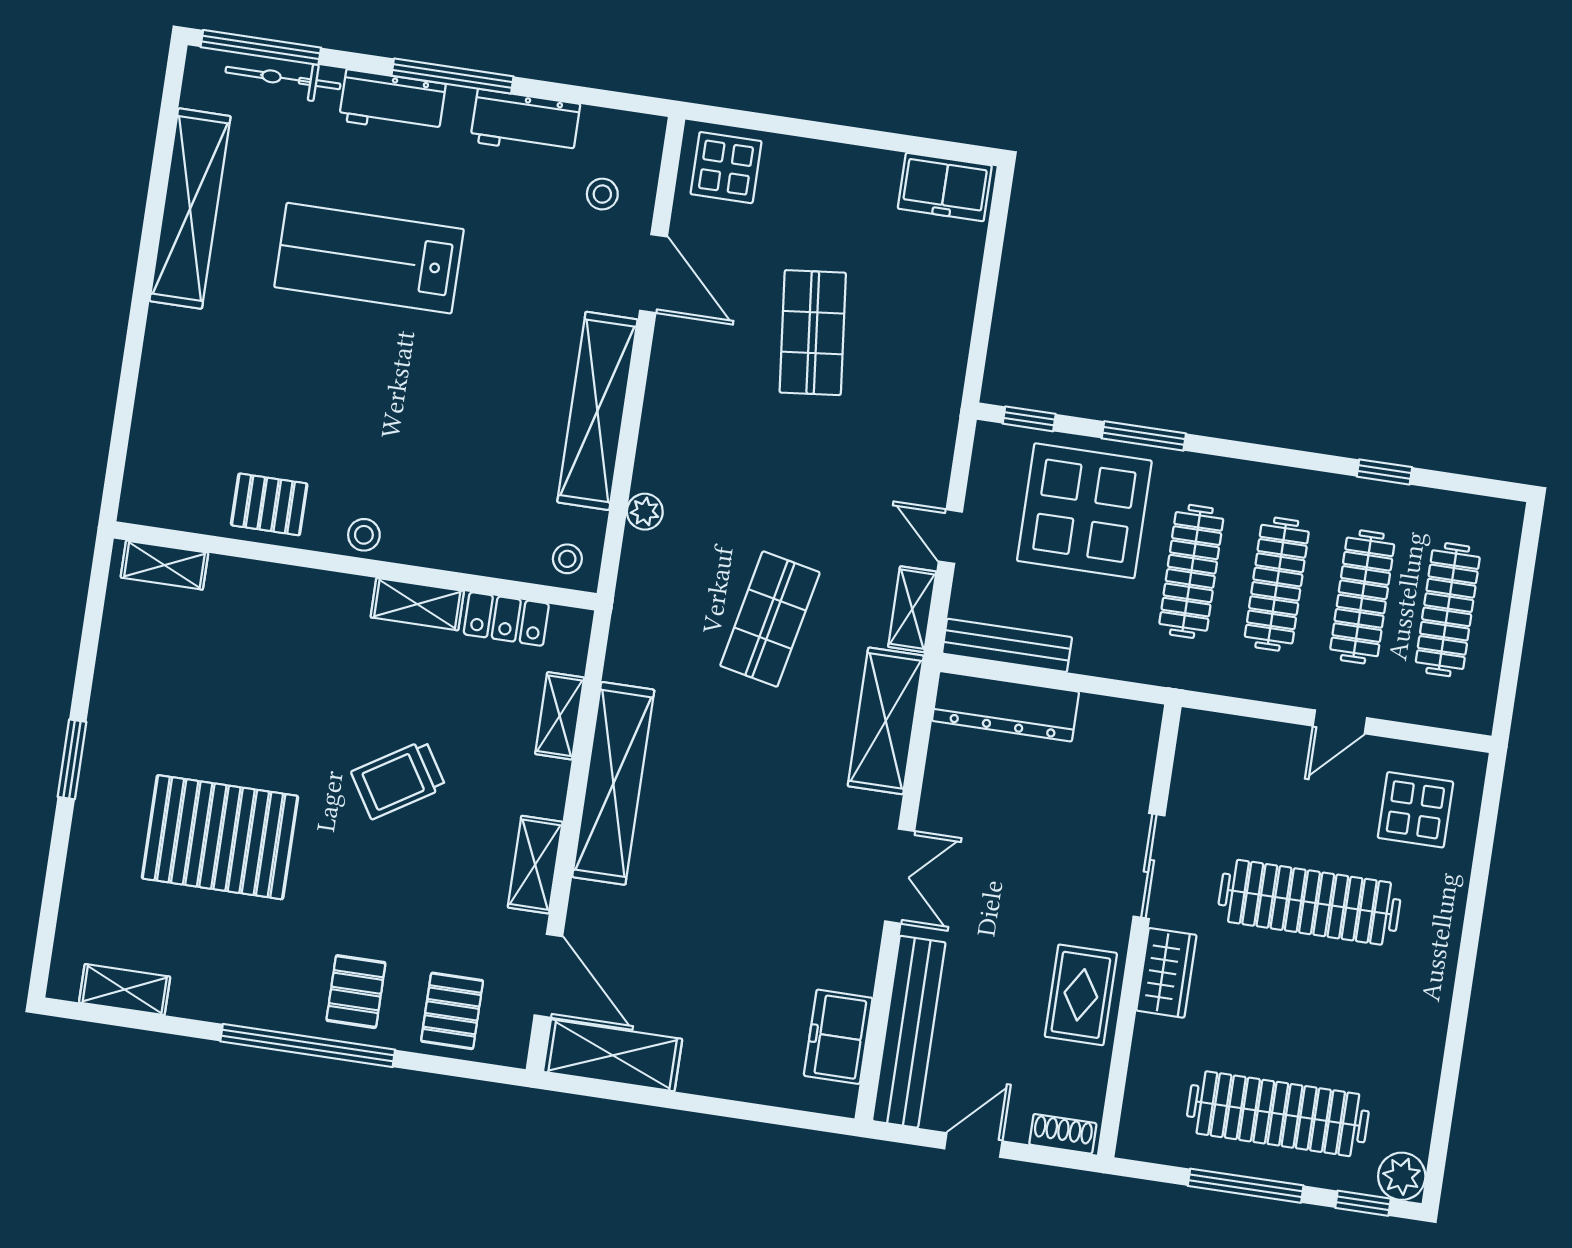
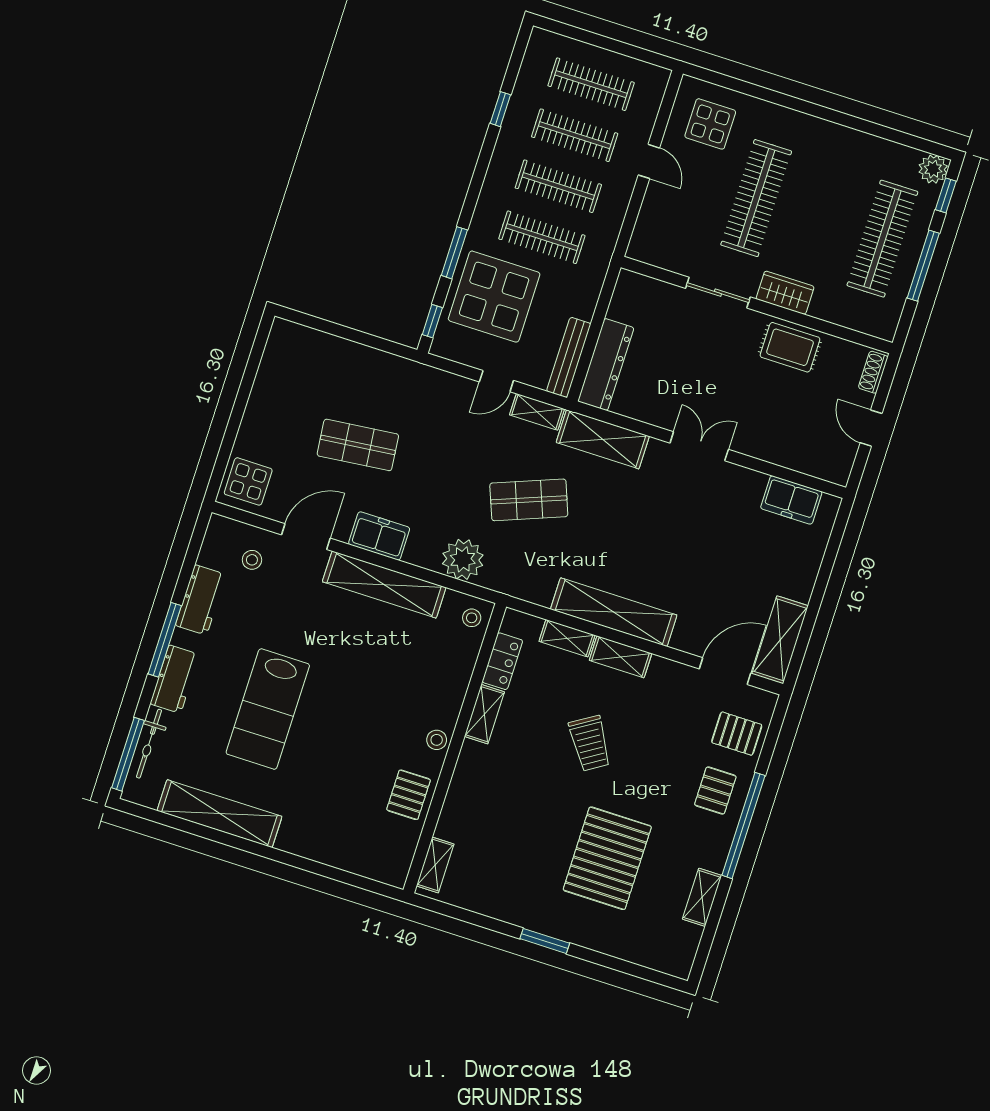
freezer: (945, 187) -> (379, 536), moved, turned -90
plant: (645, 512) -> (463, 559), width x1.87, depth x1.87
shop shelf: (770, 619) -> (529, 500), turned -33
shelving: (535, 865) -> (621, 657), moved
shelving: (125, 990) -> (702, 897), moved
pallet: (356, 992) -> (715, 791), turned 90
bench: (909, 1032) -> (795, 456), removed

